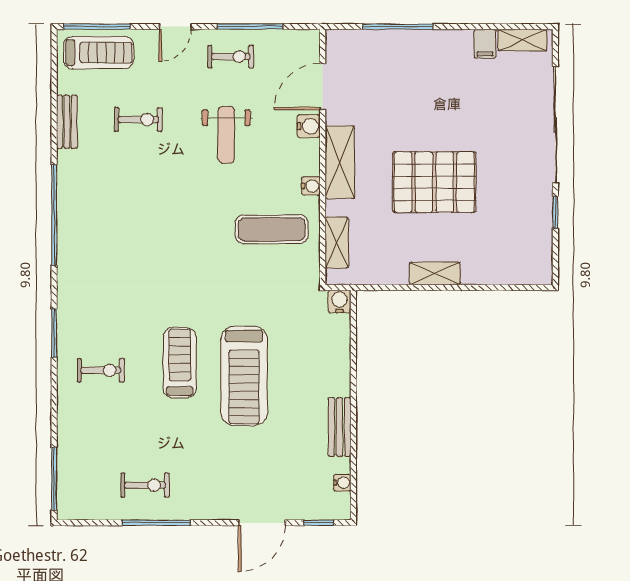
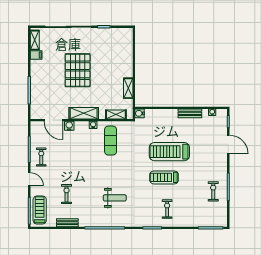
weight bench: (226, 135) -> (115, 198), moved
pallet: (434, 182) -> (78, 70), moved
shelving: (435, 273) -> (128, 88), moved
treadmill: (244, 376) -> (169, 152), turned 180

